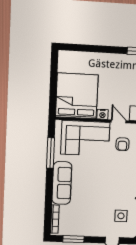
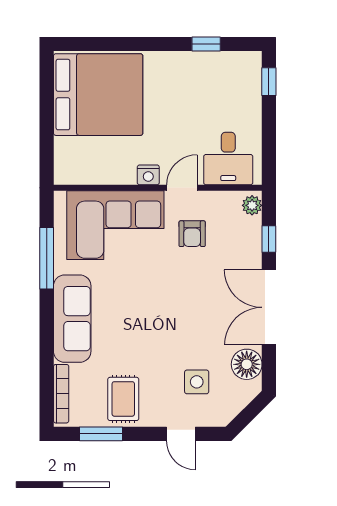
bed: (77, 96) -> (98, 95), moved, turned 90
door: (119, 121) -> (182, 188), hinge flipped
rug: (85, 223) -> (123, 399), added

